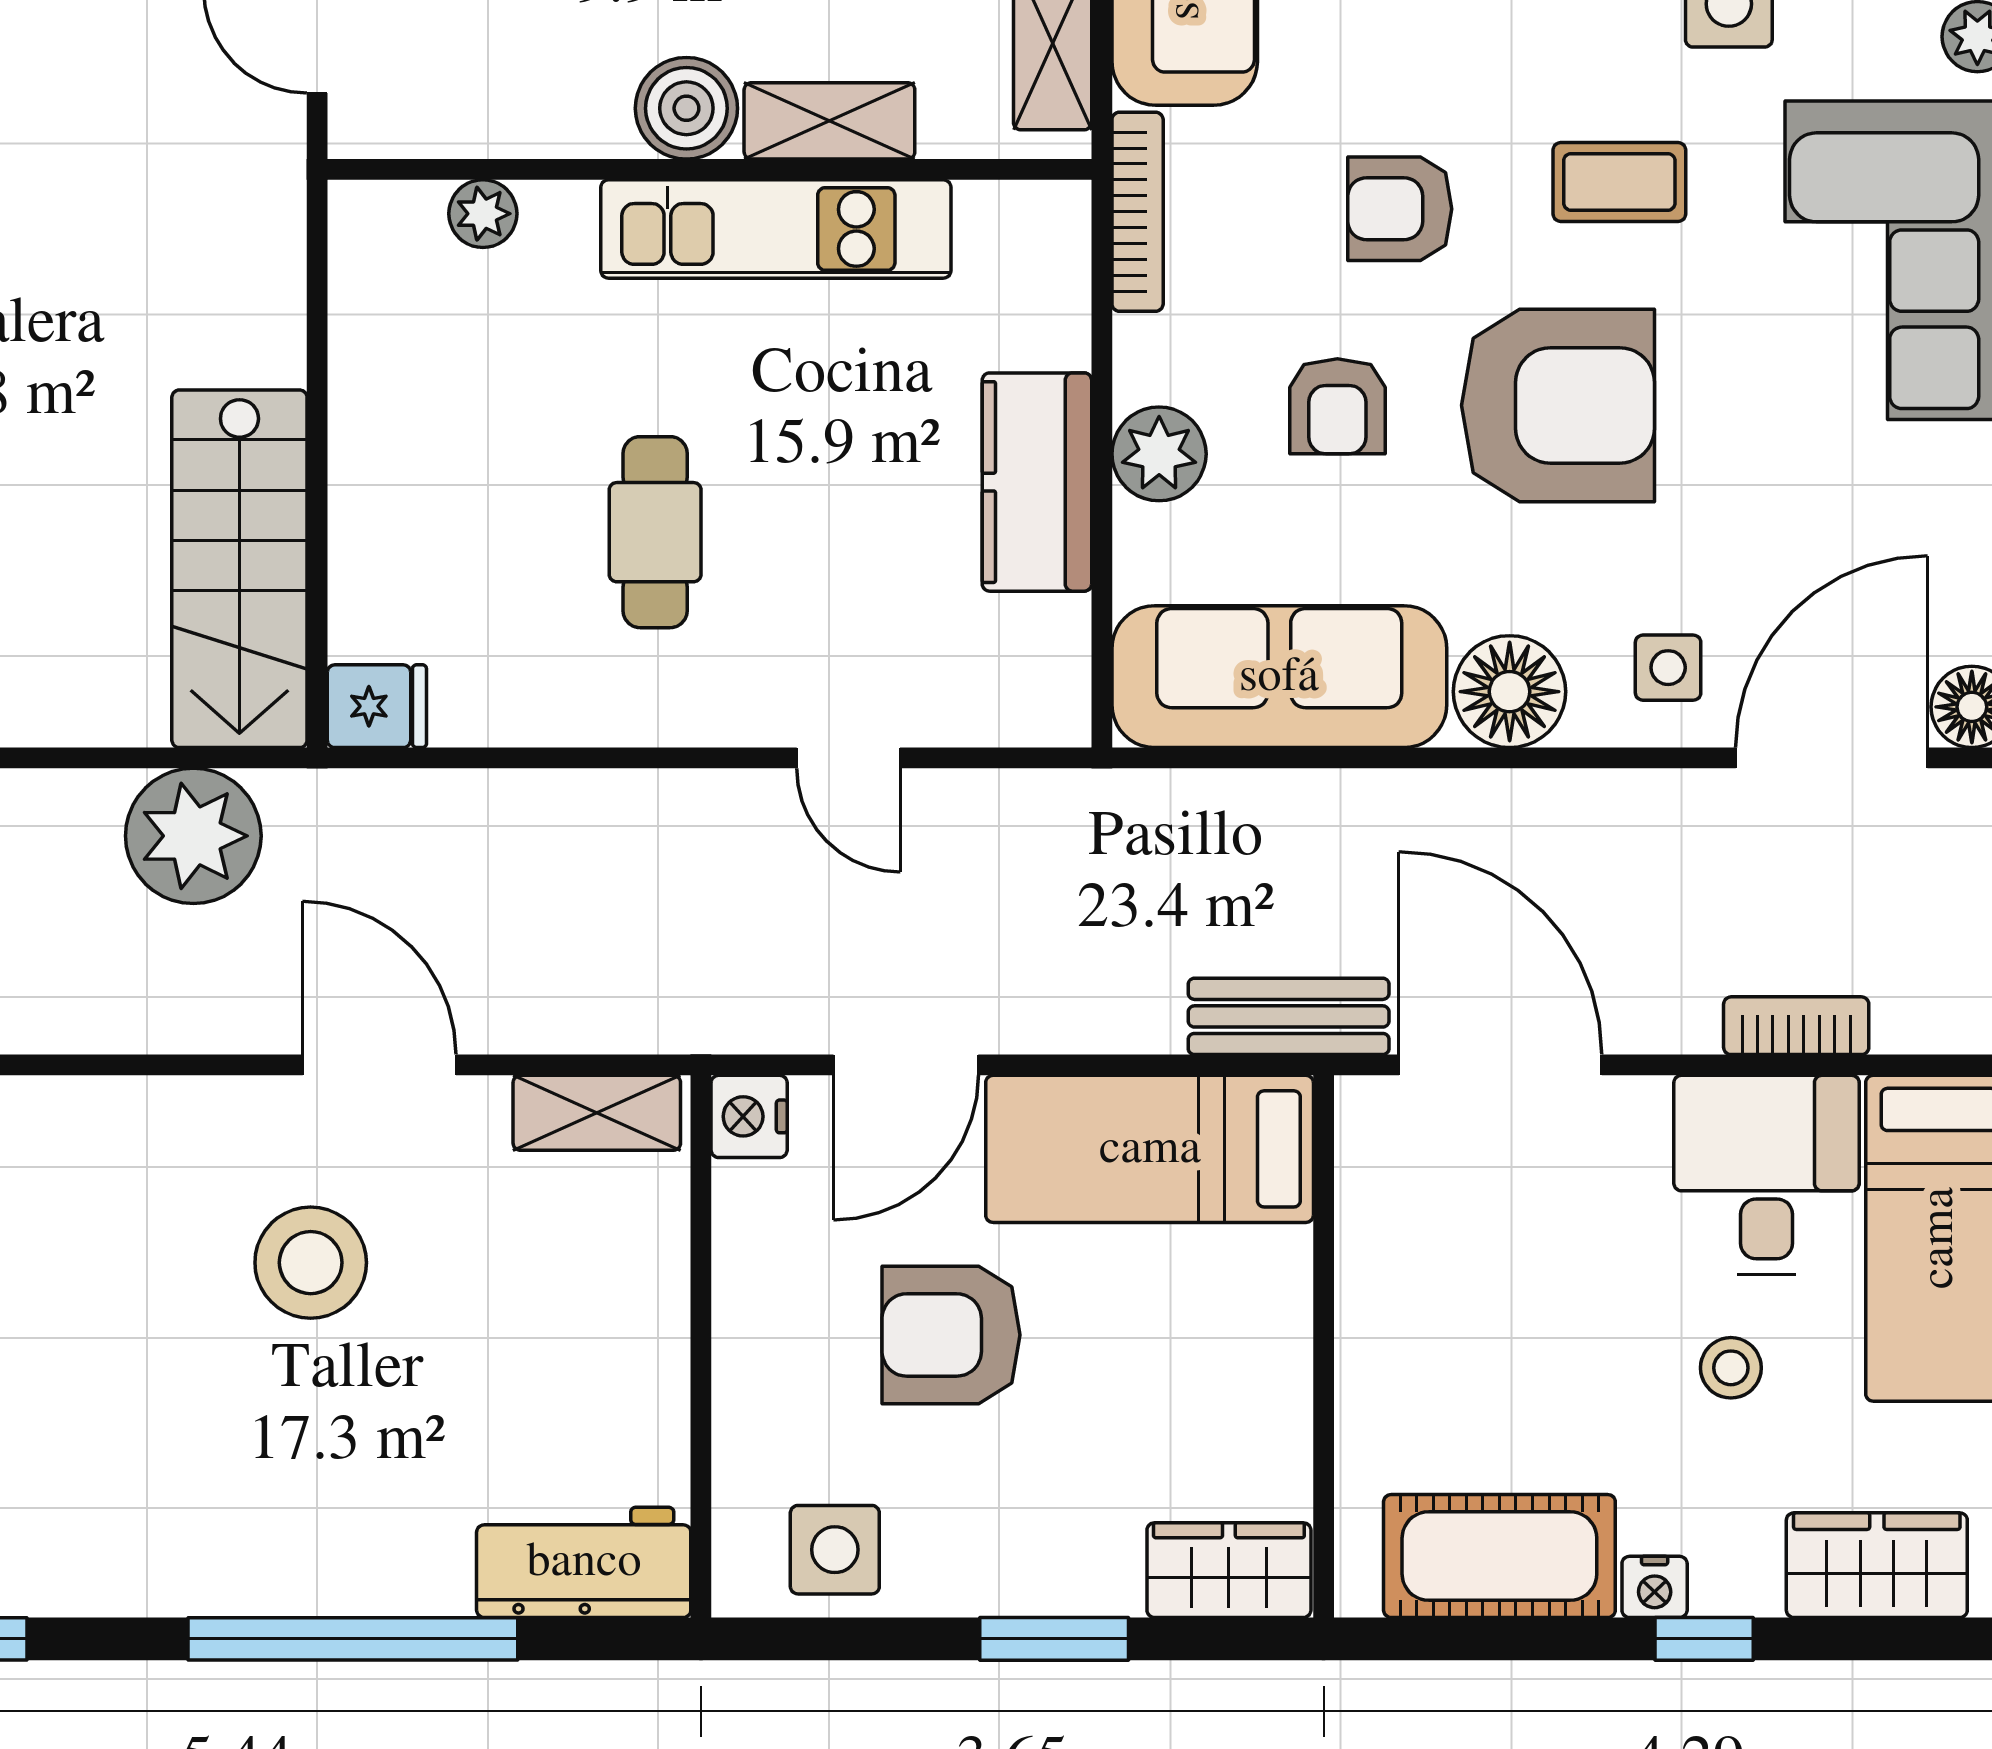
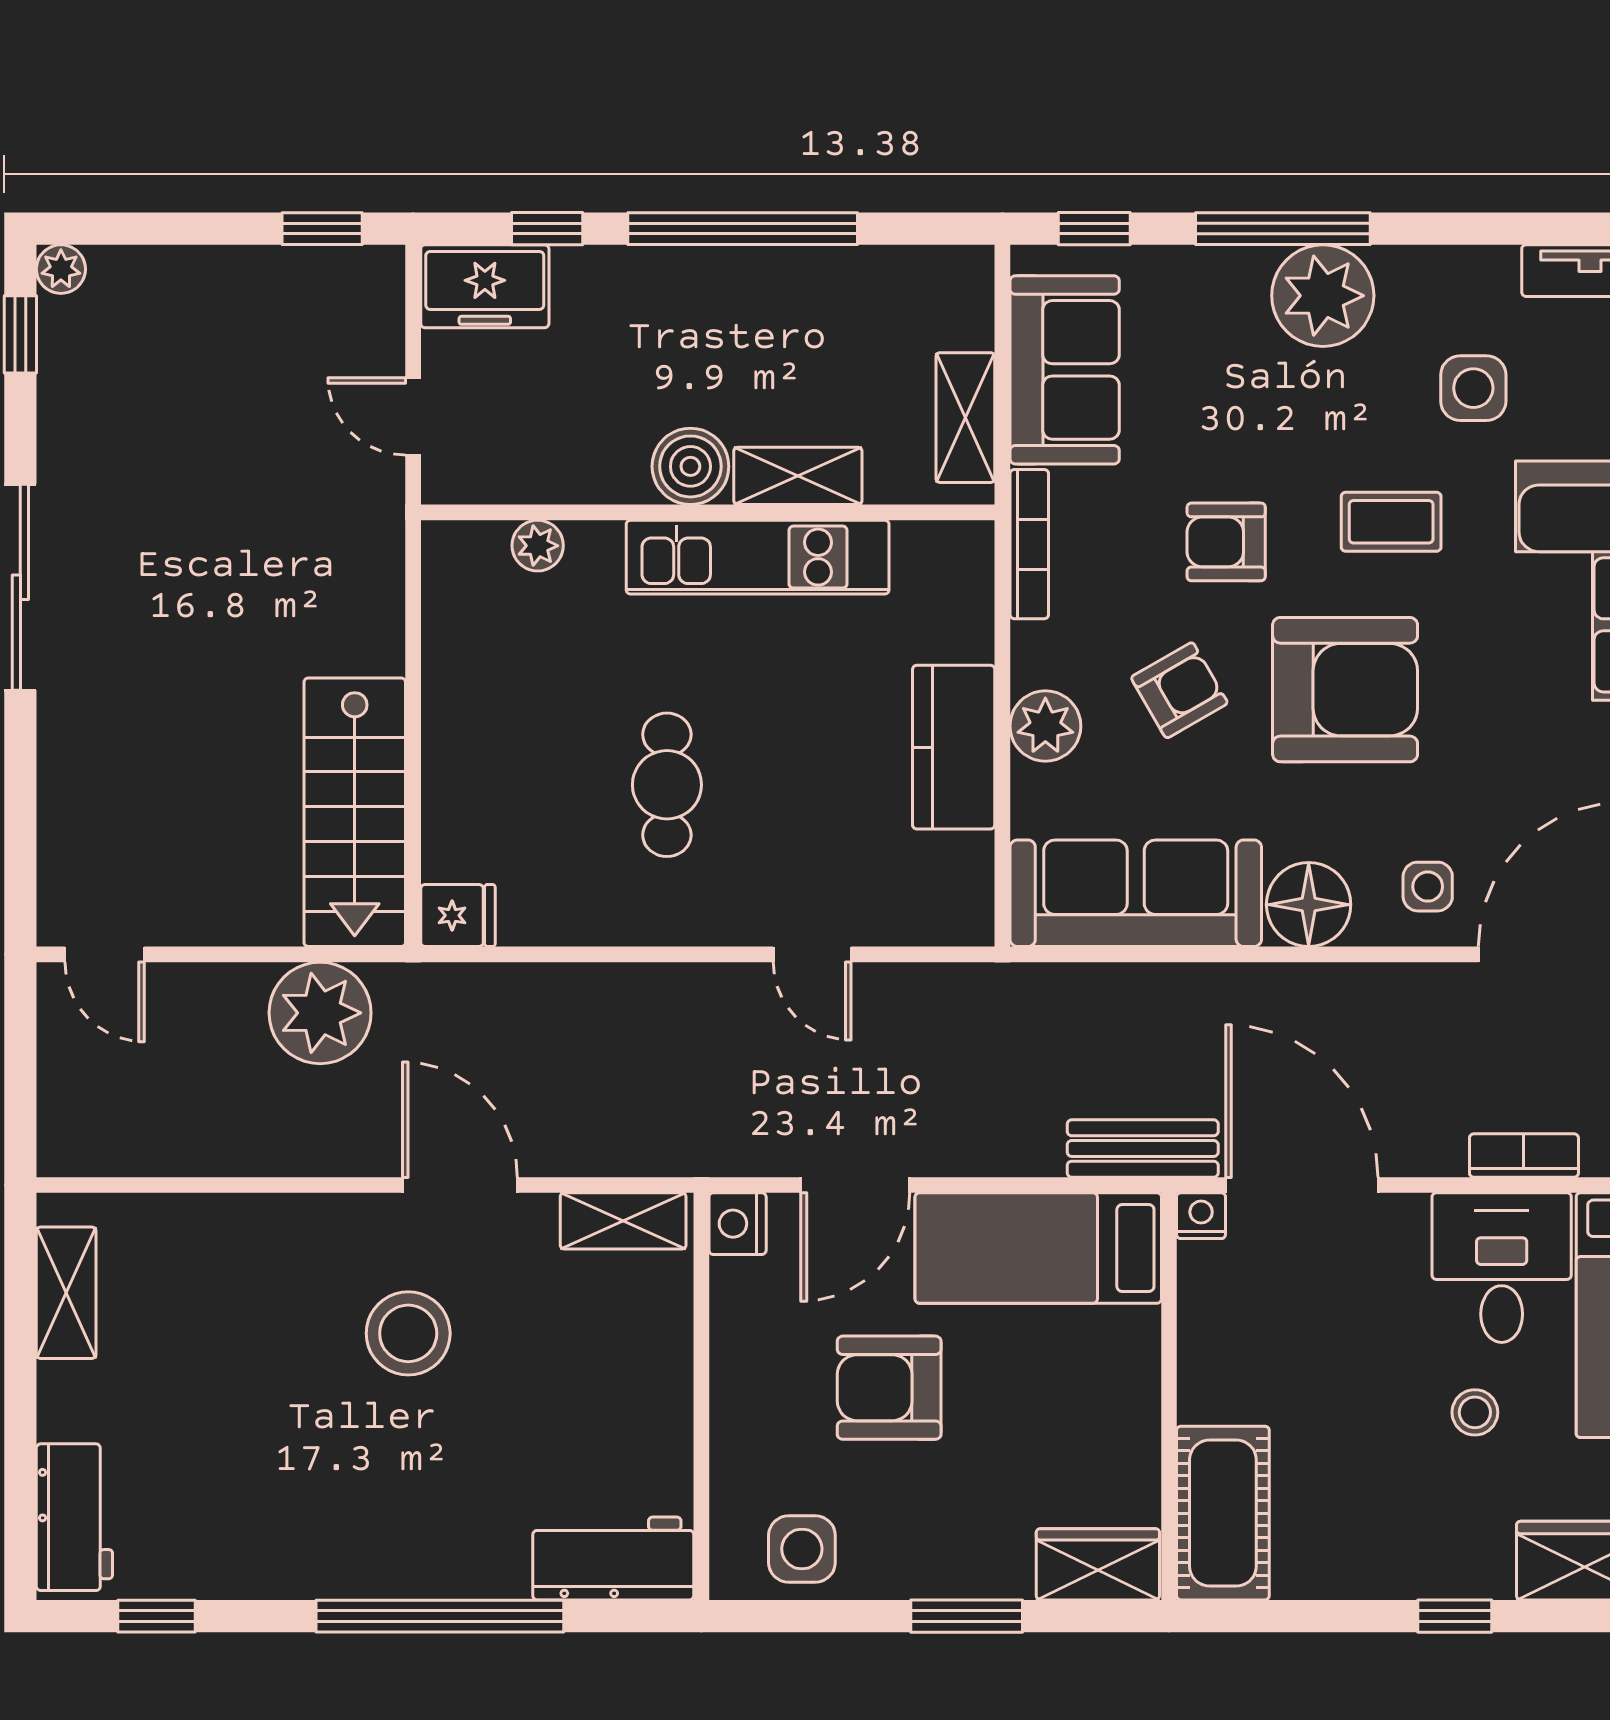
armchair: (1337, 406) -> (1179, 690), turned -120
cot: (1499, 1556) -> (1223, 1513), moved, turned 90
nightstand: (1655, 1587) -> (1201, 1216), moved, turned 180

